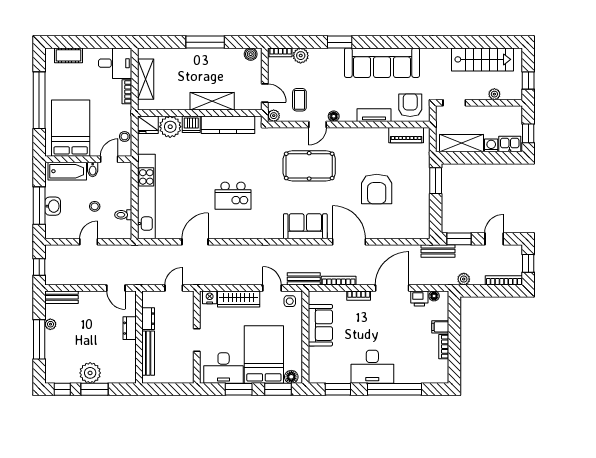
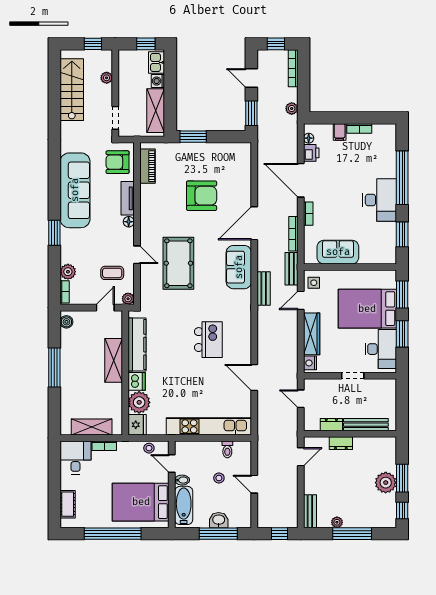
floor lamp: (334, 116) -> (129, 222), moved
bench: (438, 251) -> (264, 289), moved
floor lamp: (291, 377) -> (390, 281), removed

